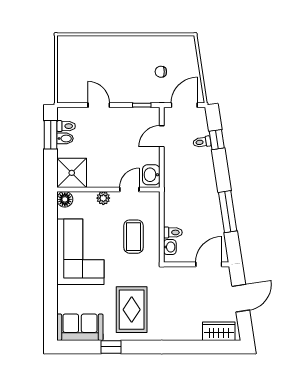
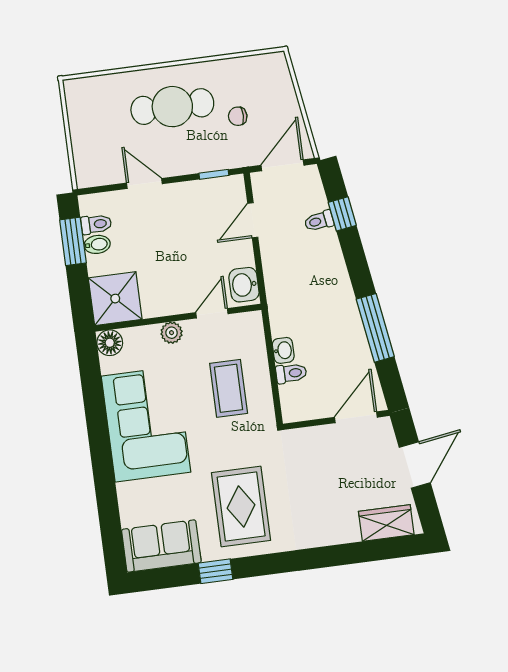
cafe table: (122, 61) -> (172, 107), added
washbasin: (170, 247) -> (283, 350), moved

